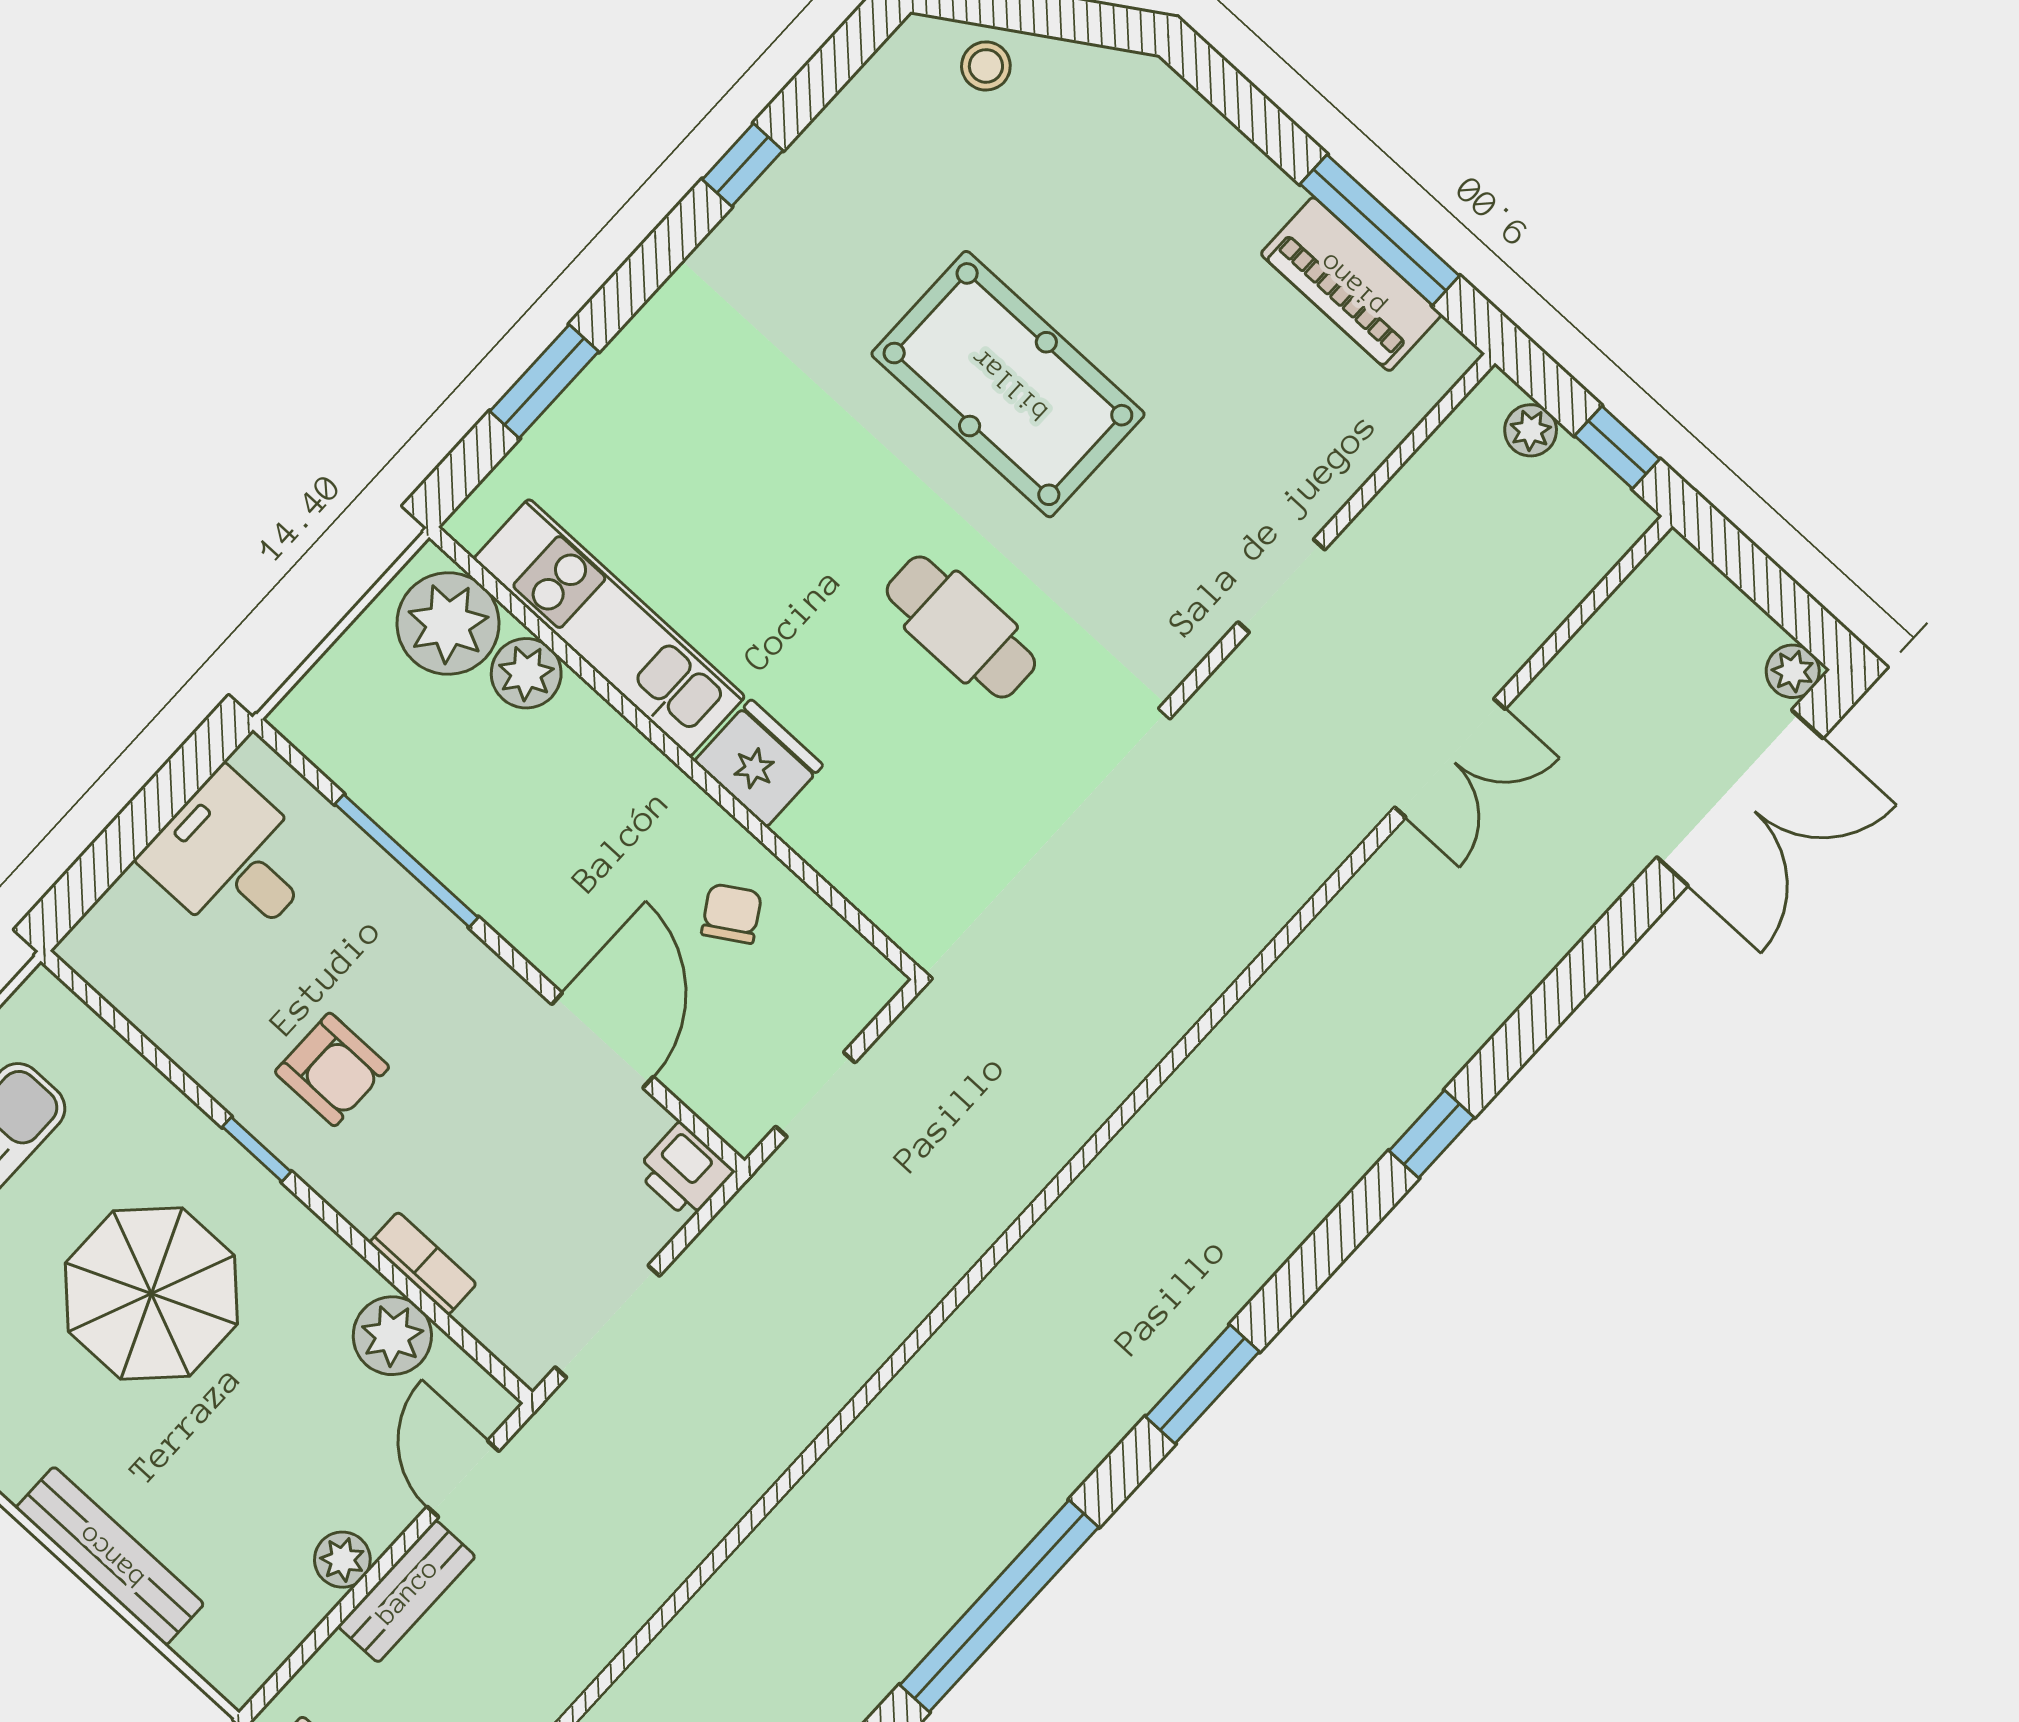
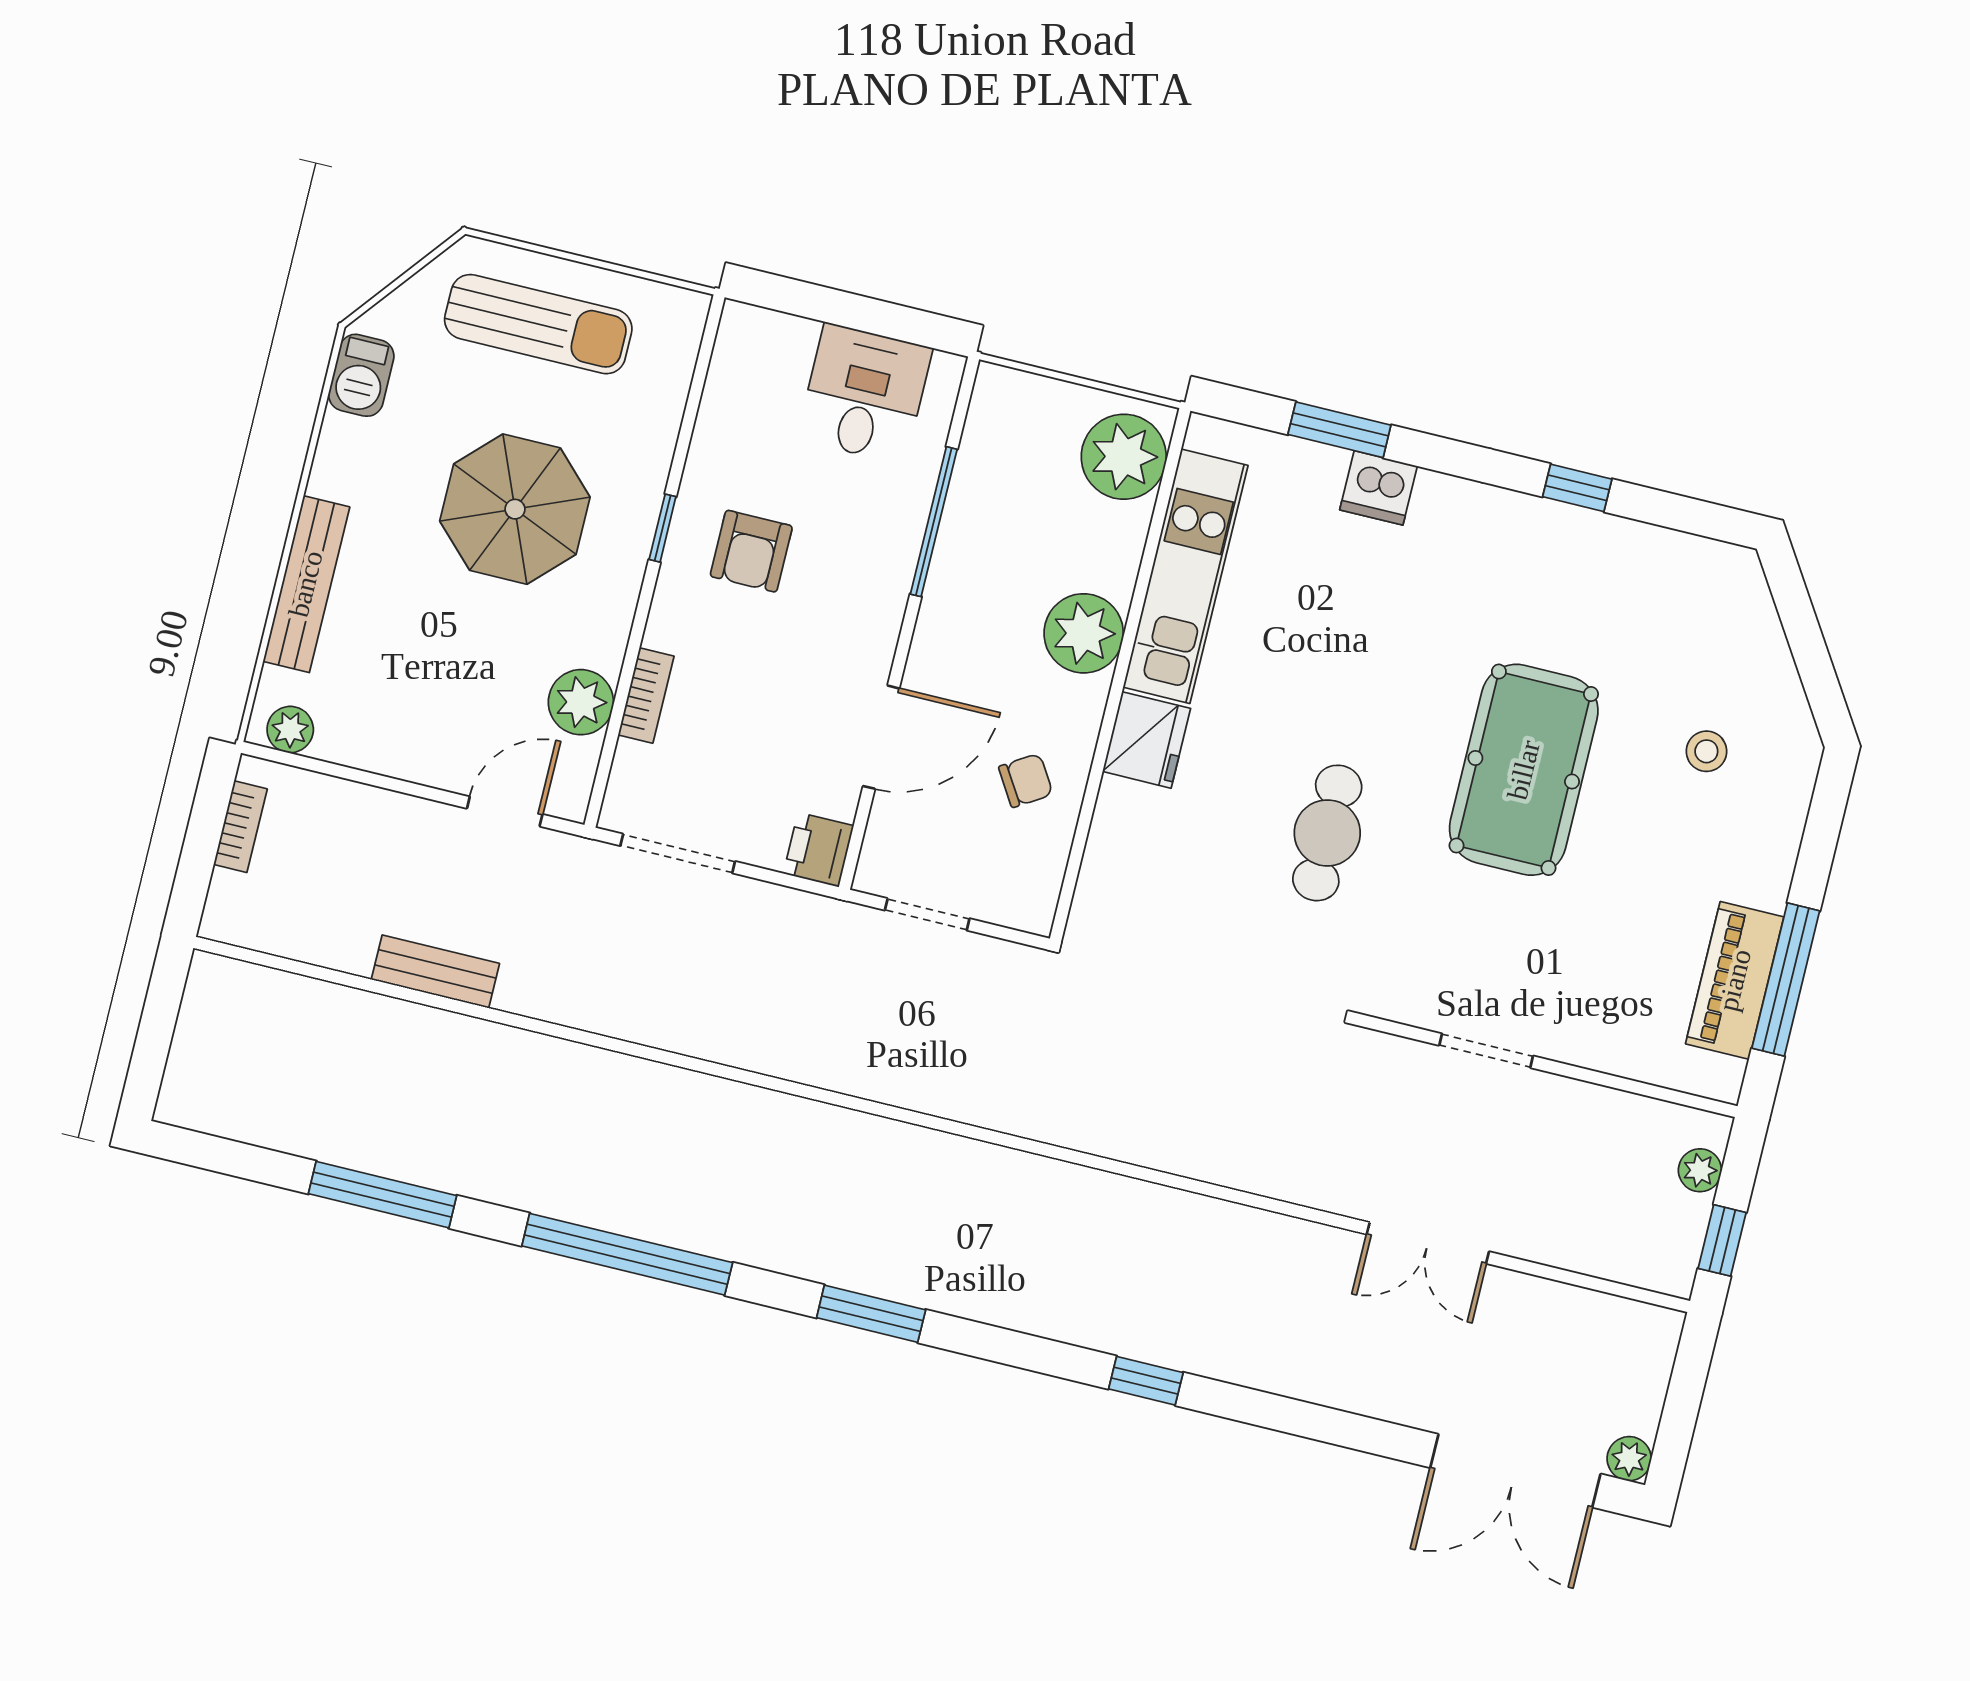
stool: (986, 66) -> (1706, 751), moved
dishwasher: (628, 374) -> (1379, 488), added
plant: (526, 673) -> (1084, 633), moved, width x1.36, depth x1.36
plant: (342, 1560) -> (290, 730), moved
bench: (407, 1591) -> (435, 972), moved

